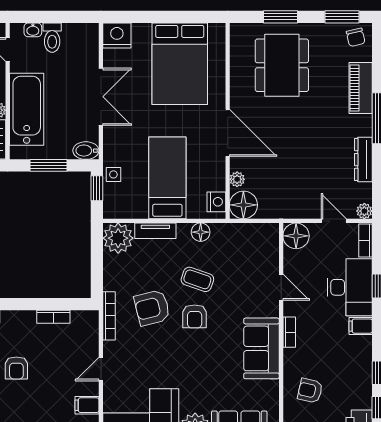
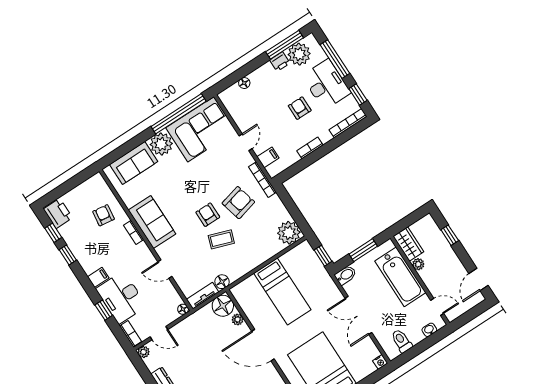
nightstand: (117, 35) -> (380, 362), width x0.53, depth x0.56
toilet: (52, 38) -> (402, 341), moved
side table: (113, 174) -> (318, 271), removed
nightstand: (216, 202) -> (241, 297), removed
tv unit: (155, 231) -> (203, 296), moved
floor lamp: (201, 232) -> (222, 282), moved
floor lamp: (296, 236) -> (183, 309), width x0.53, depth x0.53
bookcase: (53, 317) -> (310, 148), moved
bookcase: (289, 332) -> (134, 232), moved
armchair: (310, 391) -> (104, 215), turned -95
filing cabinet: (87, 405) -> (268, 157), moved

